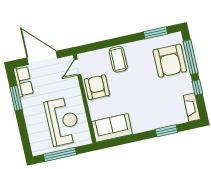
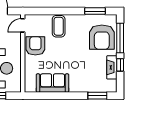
fireplace: (192, 107) -> (112, 67), moved
sofa: (112, 128) -> (52, 83), moved
window: (166, 131) -> (97, 96), moved

